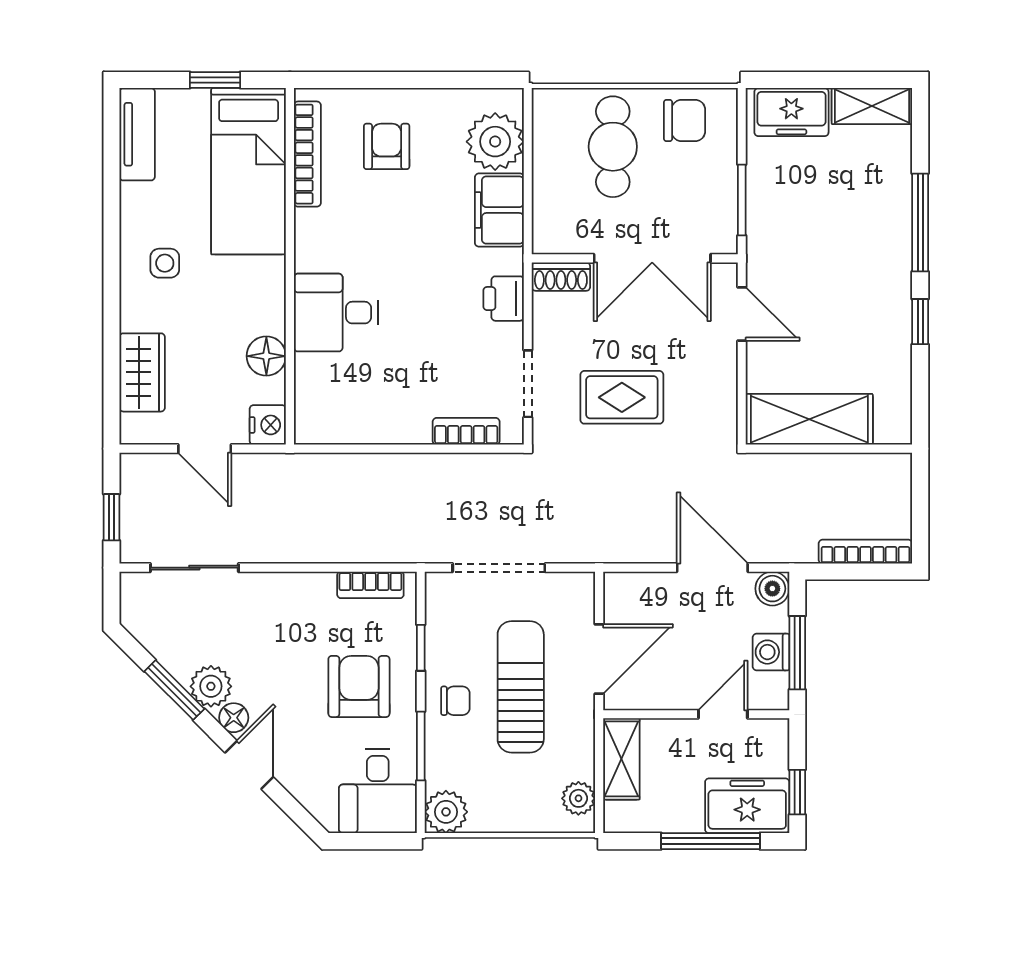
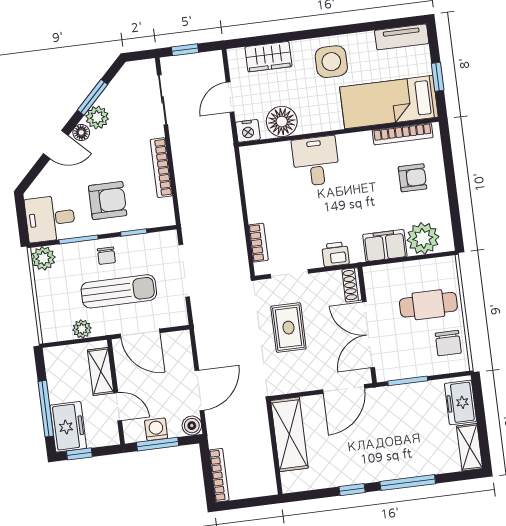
side table: (165, 263) -> (331, 62), width x1.87, depth x1.87
door: (742, 314) -> (344, 389), width x1.38
floor lamp: (266, 356) -> (282, 122), width x1.38, depth x1.38
bookcase: (370, 585) -> (161, 168), moved, width x1.56
shelving: (621, 759) -> (101, 371), moved, turned 90
plant: (578, 798) -> (82, 329), moved

